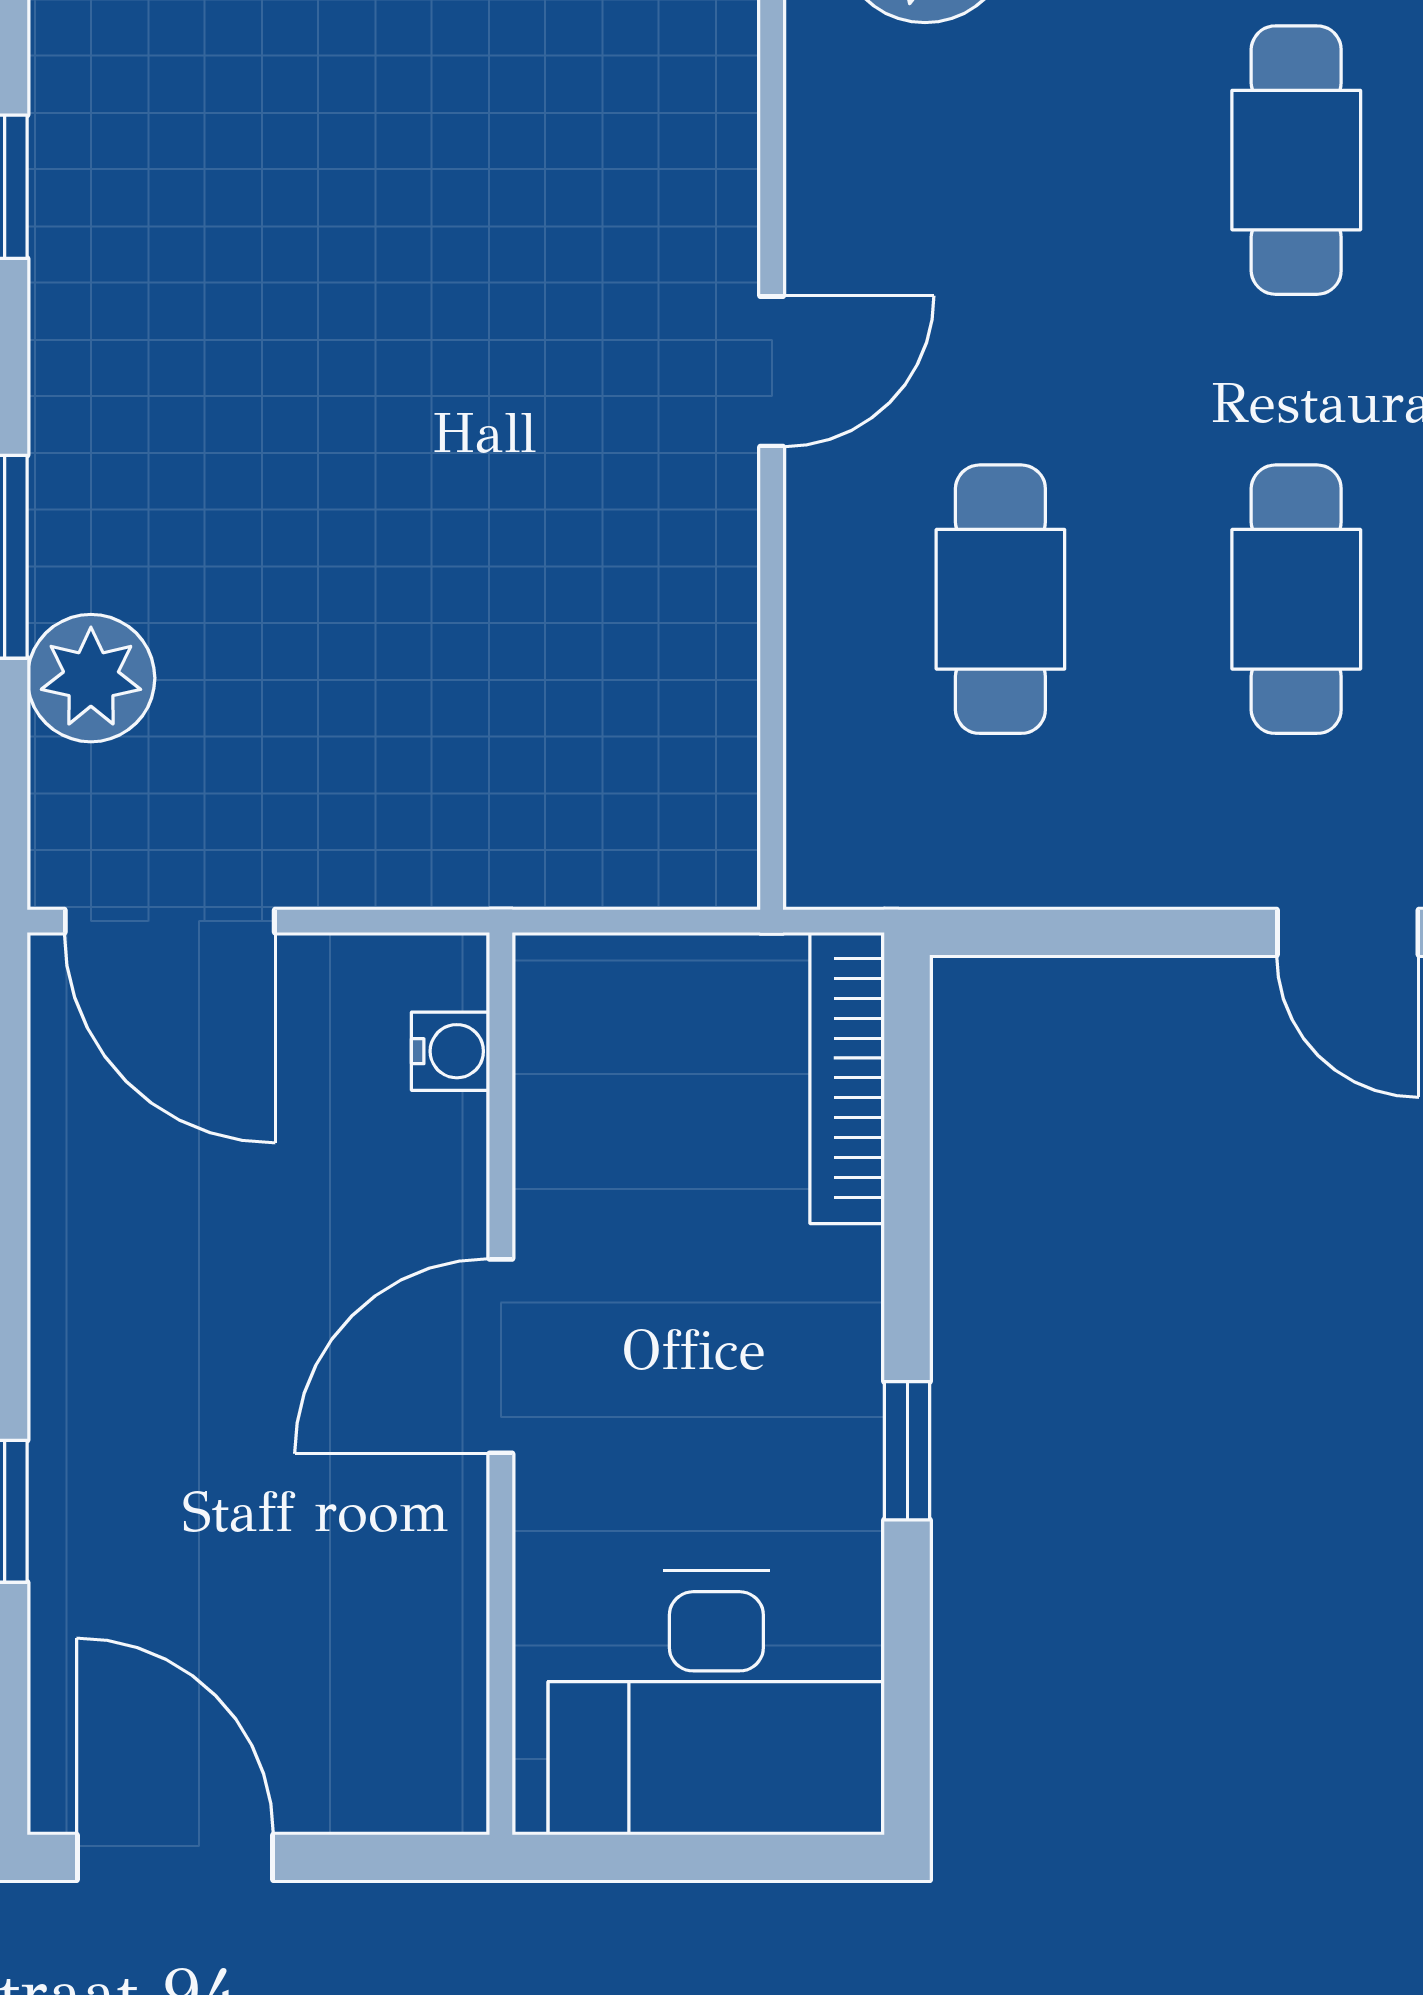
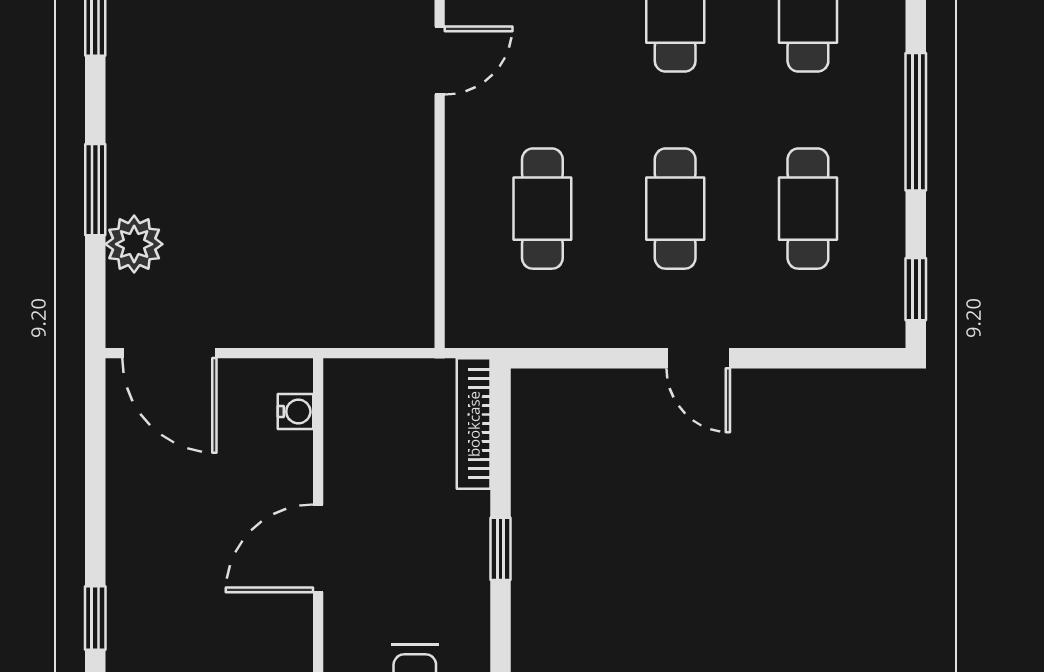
door: (772, 371) -> (440, 60), moved
window: (907, 1451) -> (500, 549), moved

